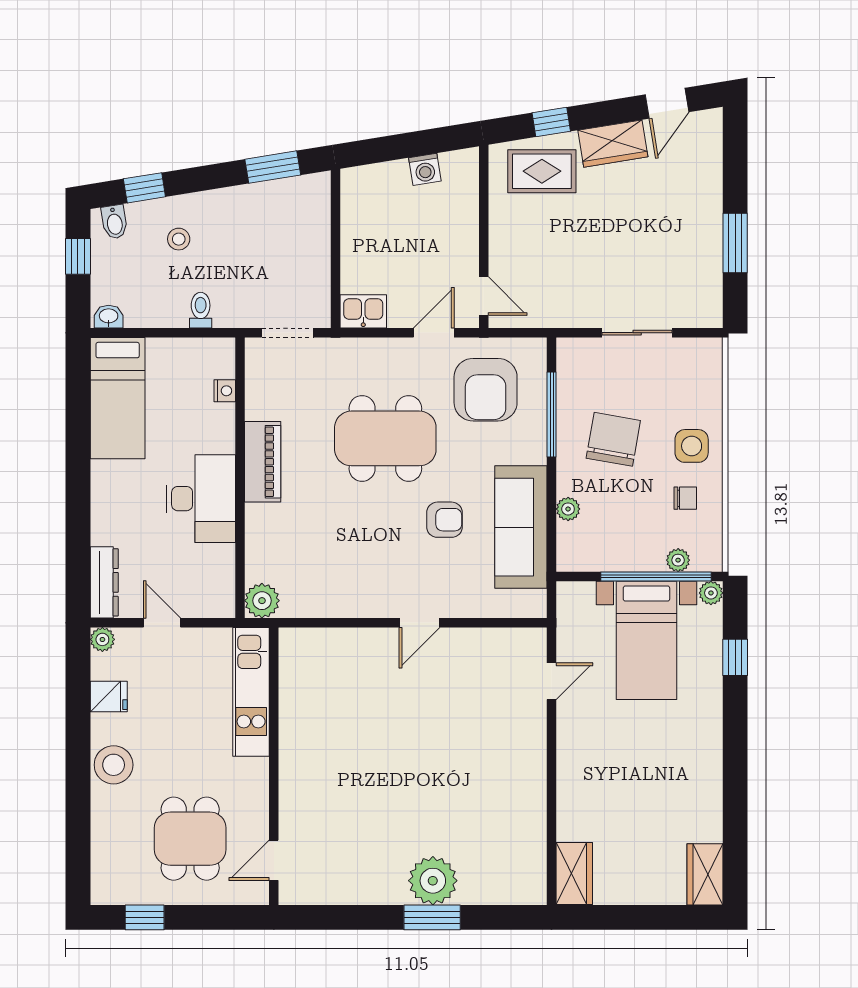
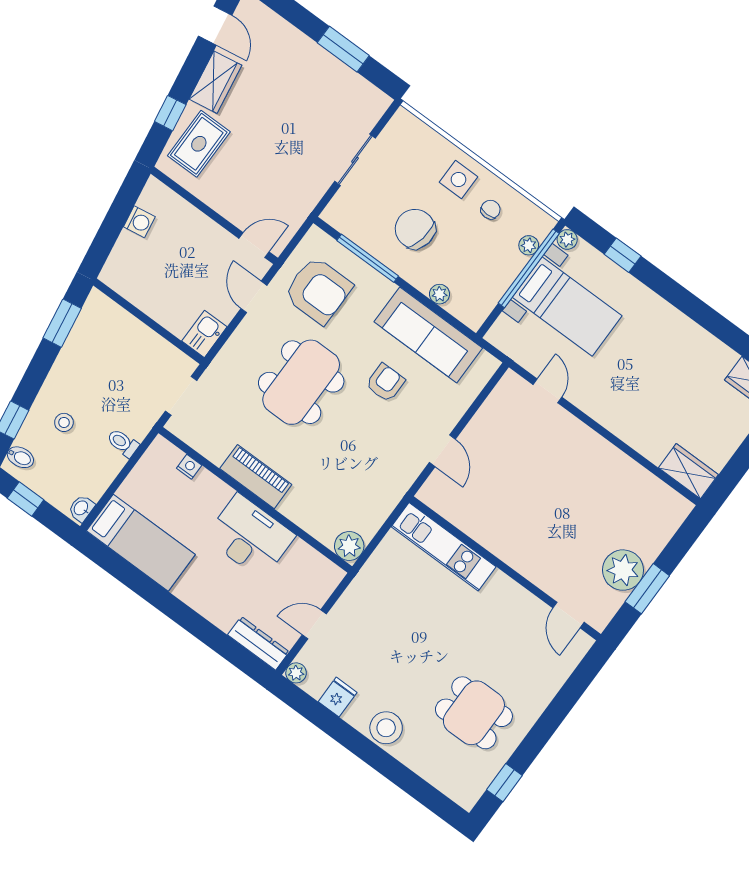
kitchen unit: (251, 692) -> (444, 547), moved
wall: (274, 766) -> (505, 568), moved
door: (274, 860) -> (569, 615), moved

